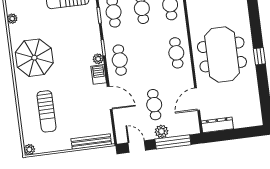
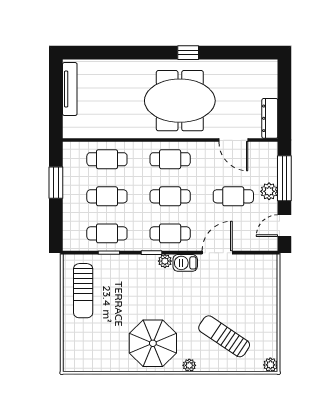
plant: (12, 19) -> (189, 365), moved
cafe table: (148, 56) -> (170, 196), added
sun lounger: (47, 111) -> (224, 336), turned -146
bench: (91, 142) -> (270, 284), removed

